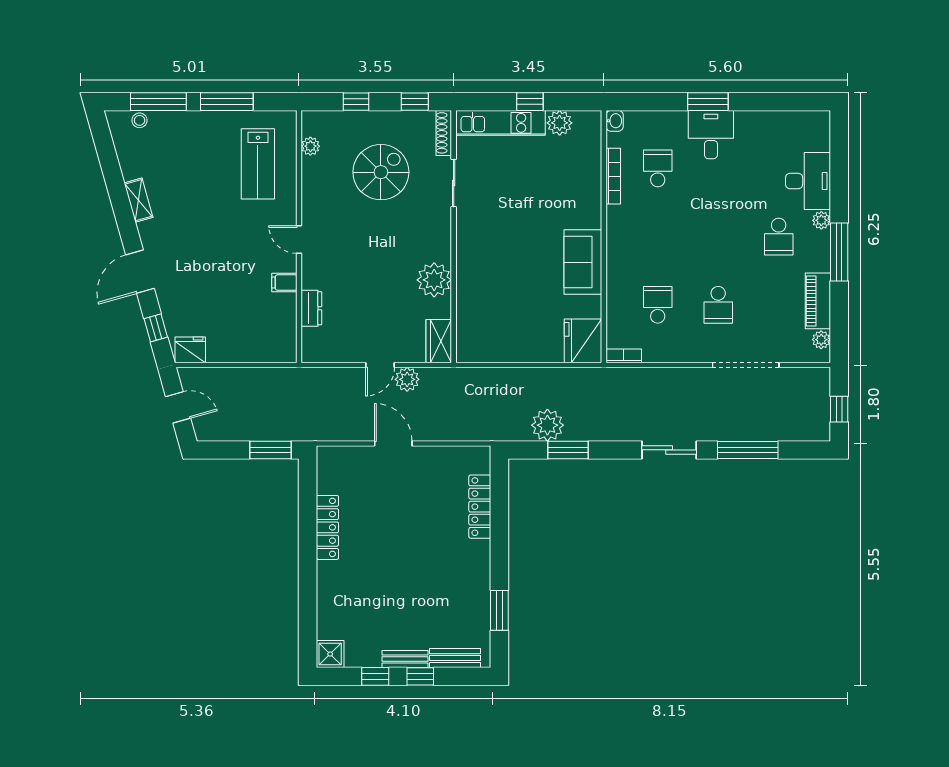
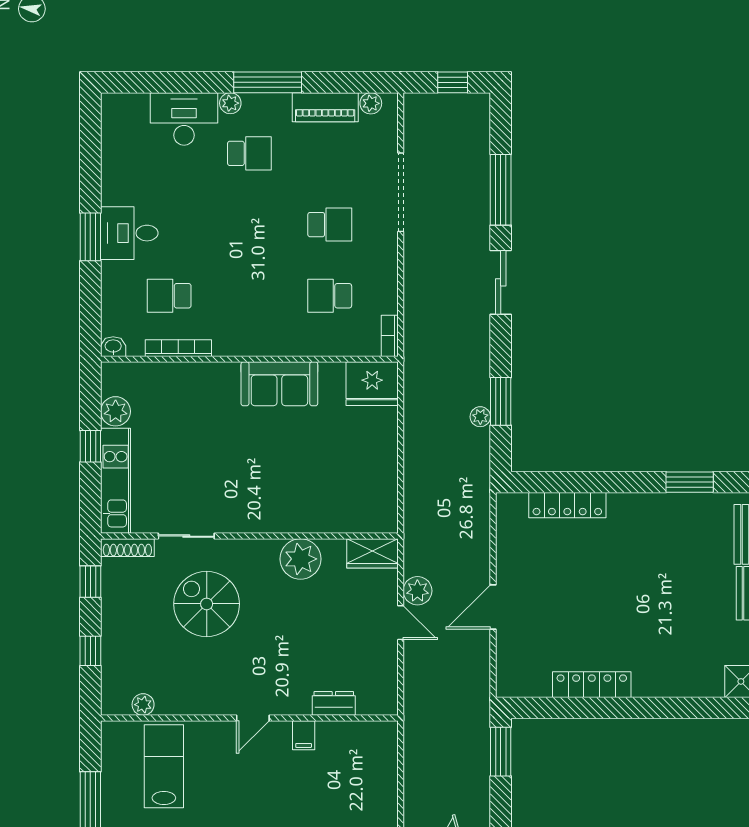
lab bench: (258, 164) -> (164, 766), turned -90
spiral stairs: (381, 172) -> (207, 604), moved
plant: (547, 425) -> (480, 417), width x0.53, depth x0.53

